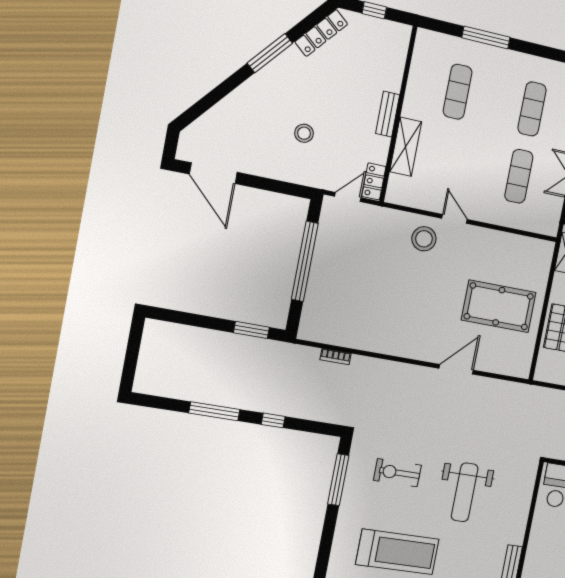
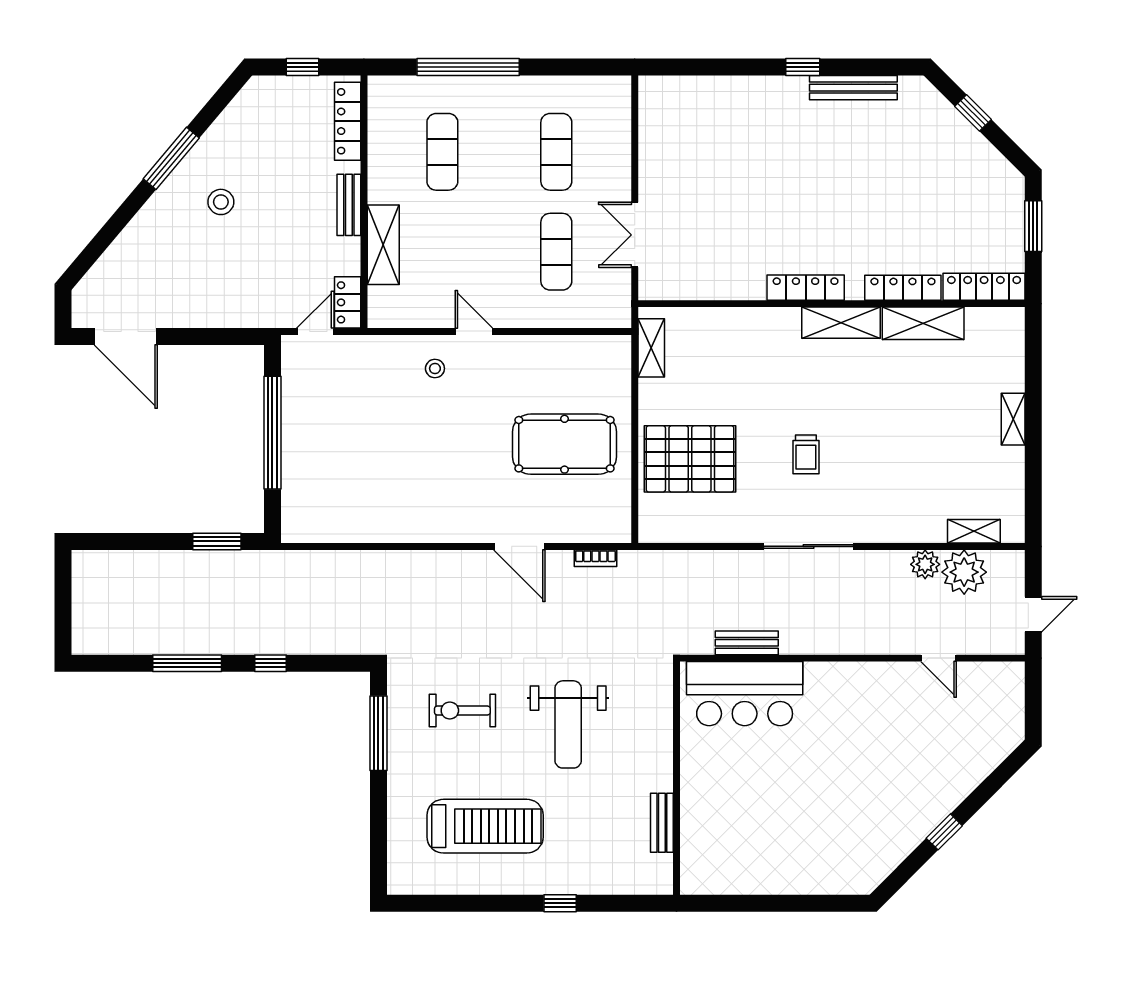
locker: (321, 33) -> (348, 121), moved, turned 140
window: (486, 37) -> (468, 67), width x1.46
stool: (304, 133) -> (221, 202), moved
stool: (424, 239) -> (435, 368), width x0.53, depth x0.53
bookcase: (336, 357) -> (595, 558), moved
door: (456, 369) -> (519, 546), swing flipped

